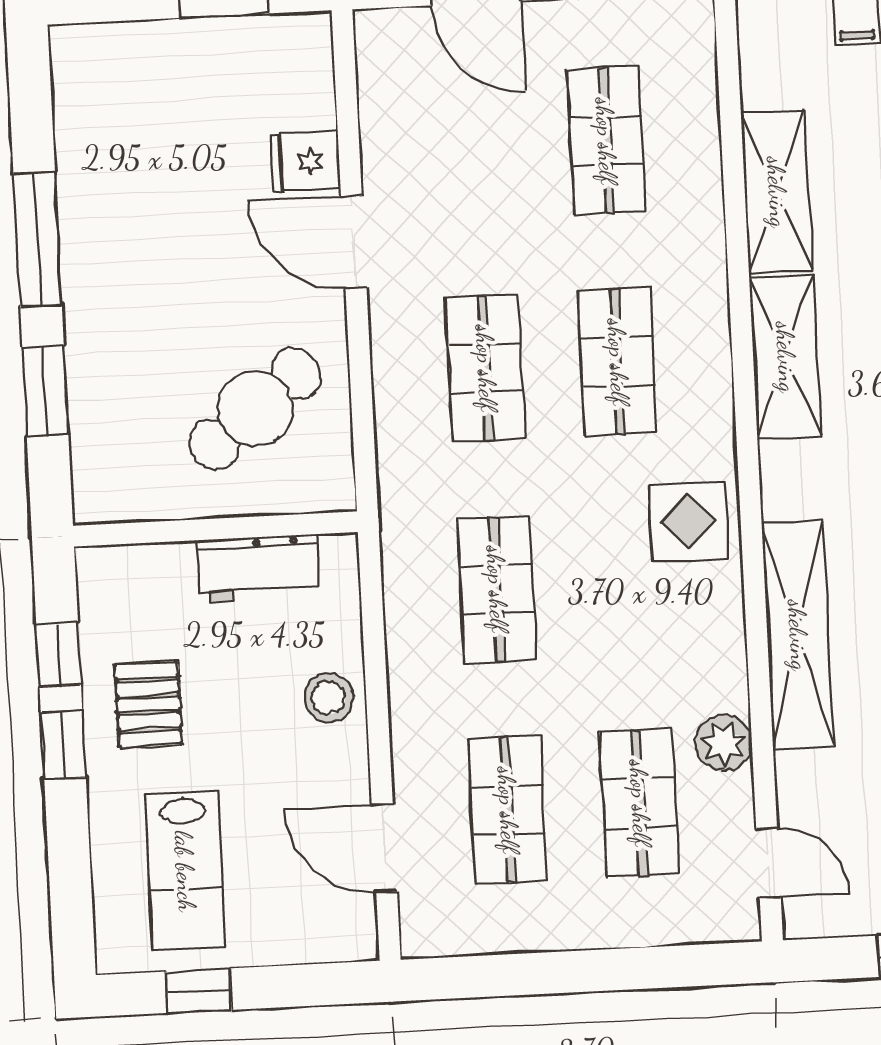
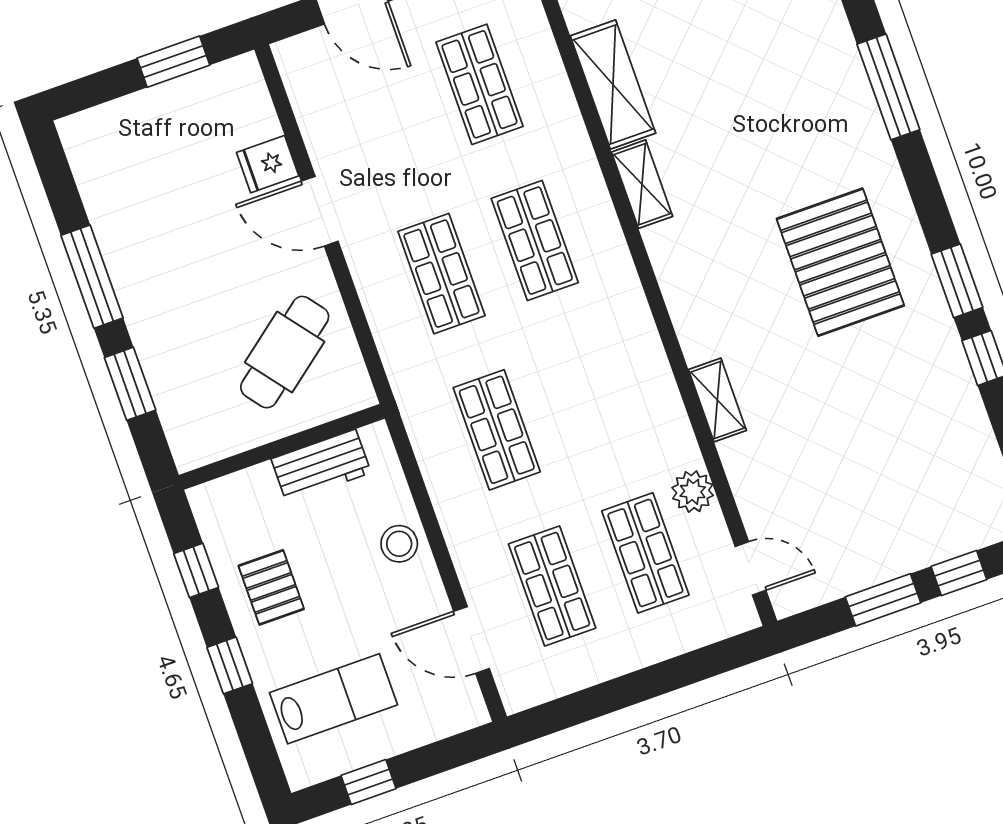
shelving: (786, 357) -> (642, 184), width x0.67, depth x0.75
display table: (688, 522) -> (620, 341), removed
shelving: (798, 635) -> (717, 400), width x0.45, depth x0.75
window: (63, 745) -> (230, 665), moved
lab bench: (185, 871) -> (333, 699), turned -90

